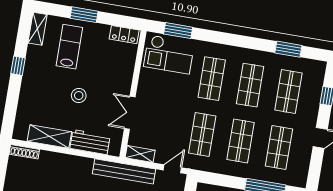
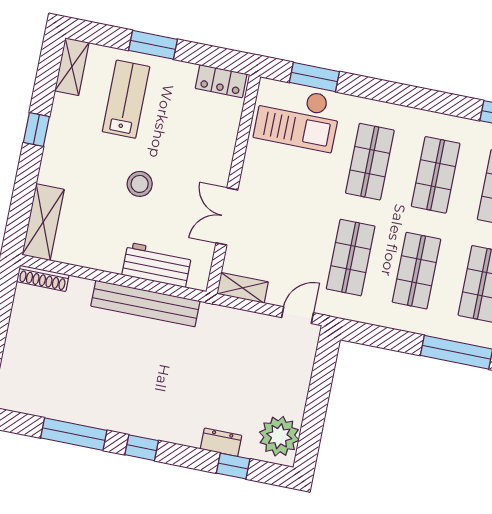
shelving: (49, 136) -> (43, 222), moved, turned 90
bench: (124, 171) -> (145, 304), moved

